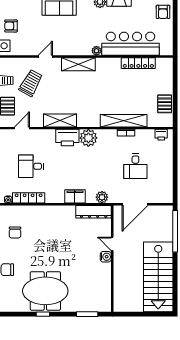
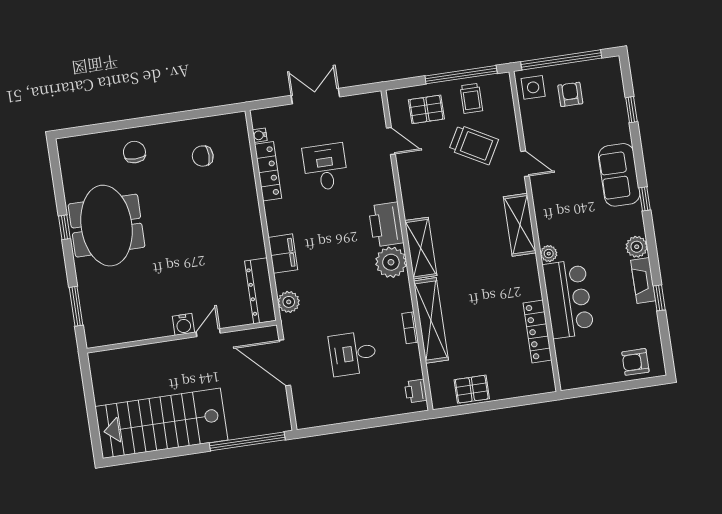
bar counter: (131, 44) -> (568, 299), width x0.73
shelving: (60, 120) -> (421, 248), moved

